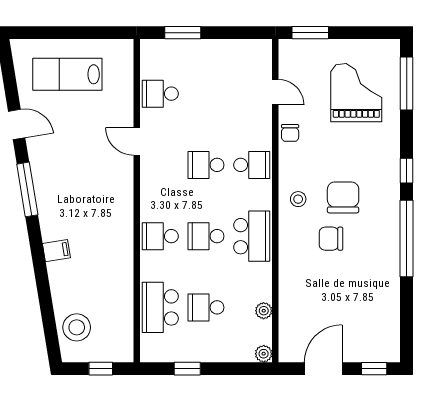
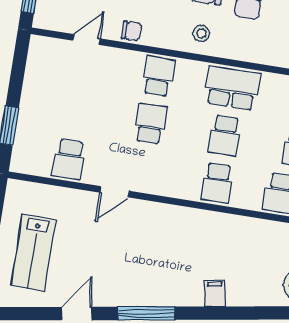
school desk: (206, 165) -> (151, 124), turned 180

